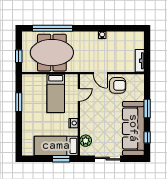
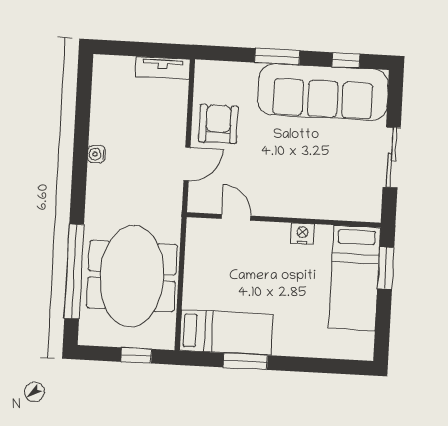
bed: (56, 93) -> (226, 332), moved
plant: (86, 141) -> (346, 207), removed

